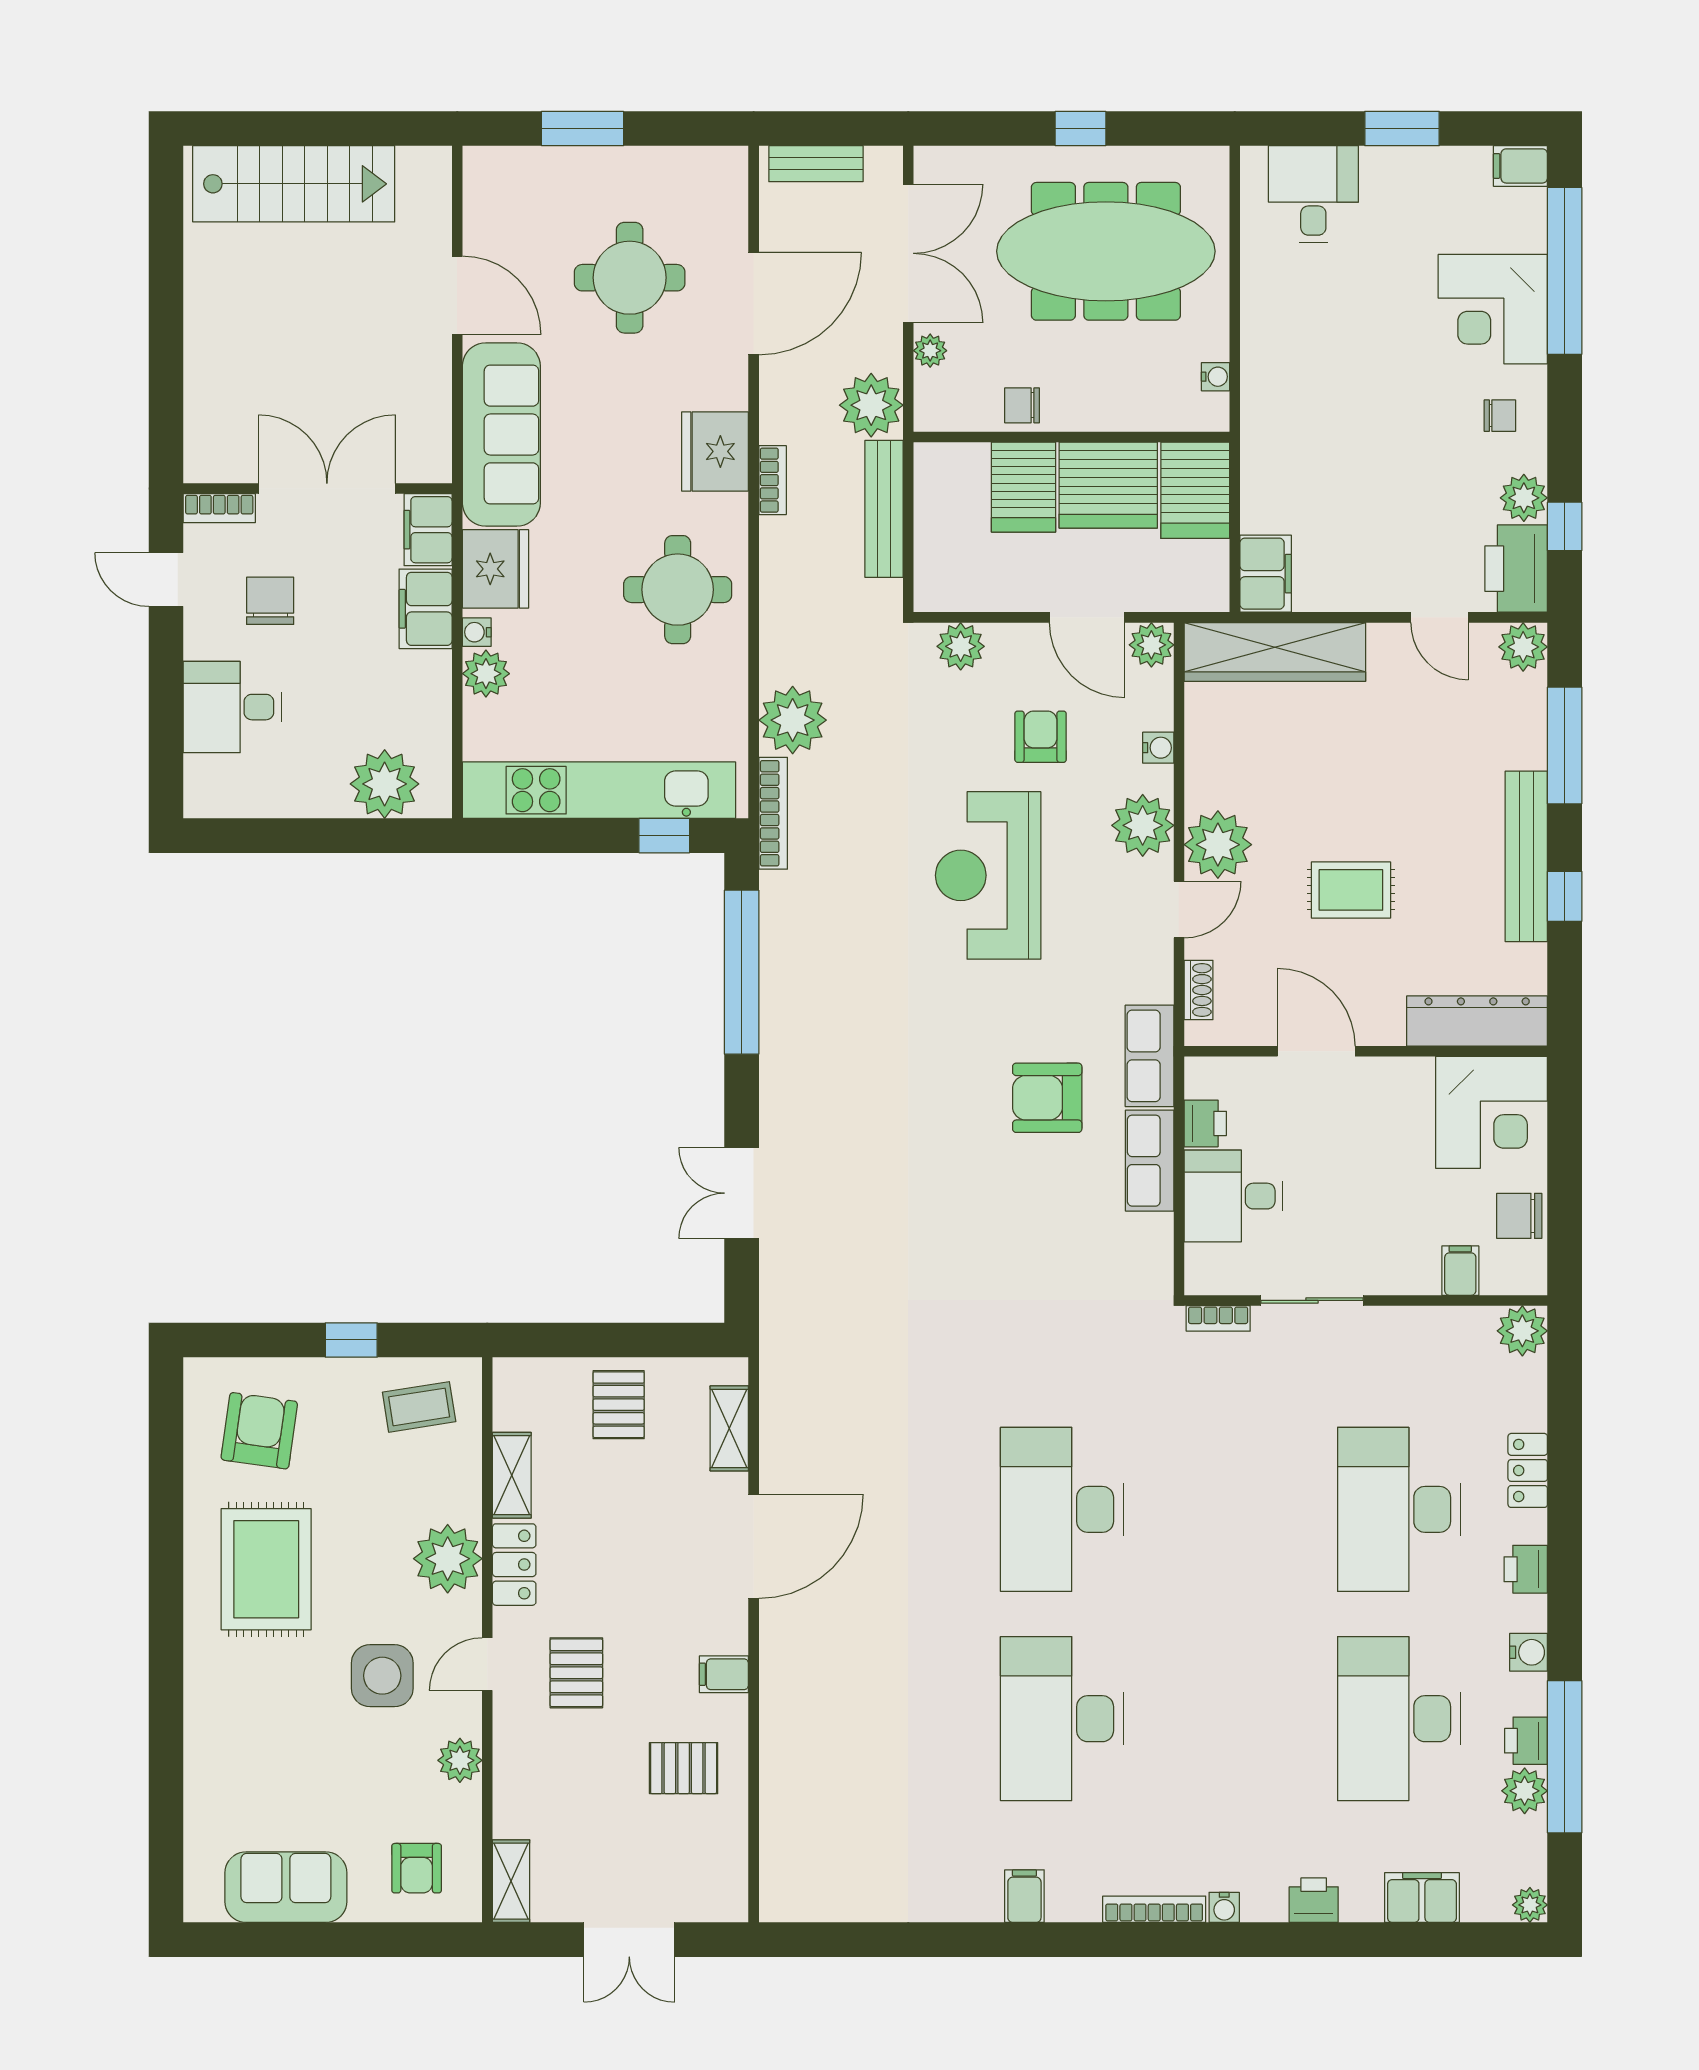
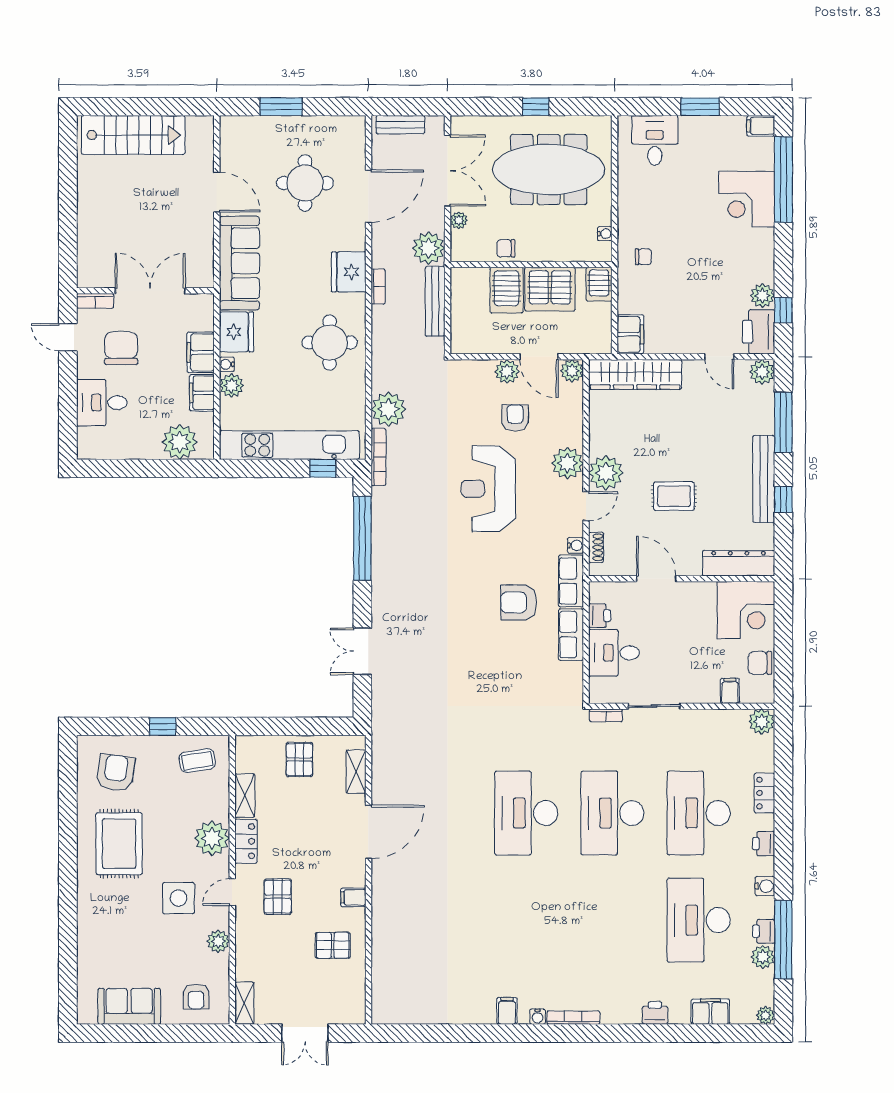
chair: (1500, 416) -> (643, 257), moved
server rack: (1195, 490) -> (599, 284), width x0.73, depth x0.70
filing cabinet: (428, 530) -> (202, 393), moved
chair: (270, 601) -> (121, 348), width x1.37, depth x1.37
plant: (961, 646) -> (507, 372), moved
water cooler: (1158, 748) -> (575, 545), moved
desk: (1062, 1719) -> (612, 813), moved
water cooler: (1224, 1907) -> (538, 1017), moved

